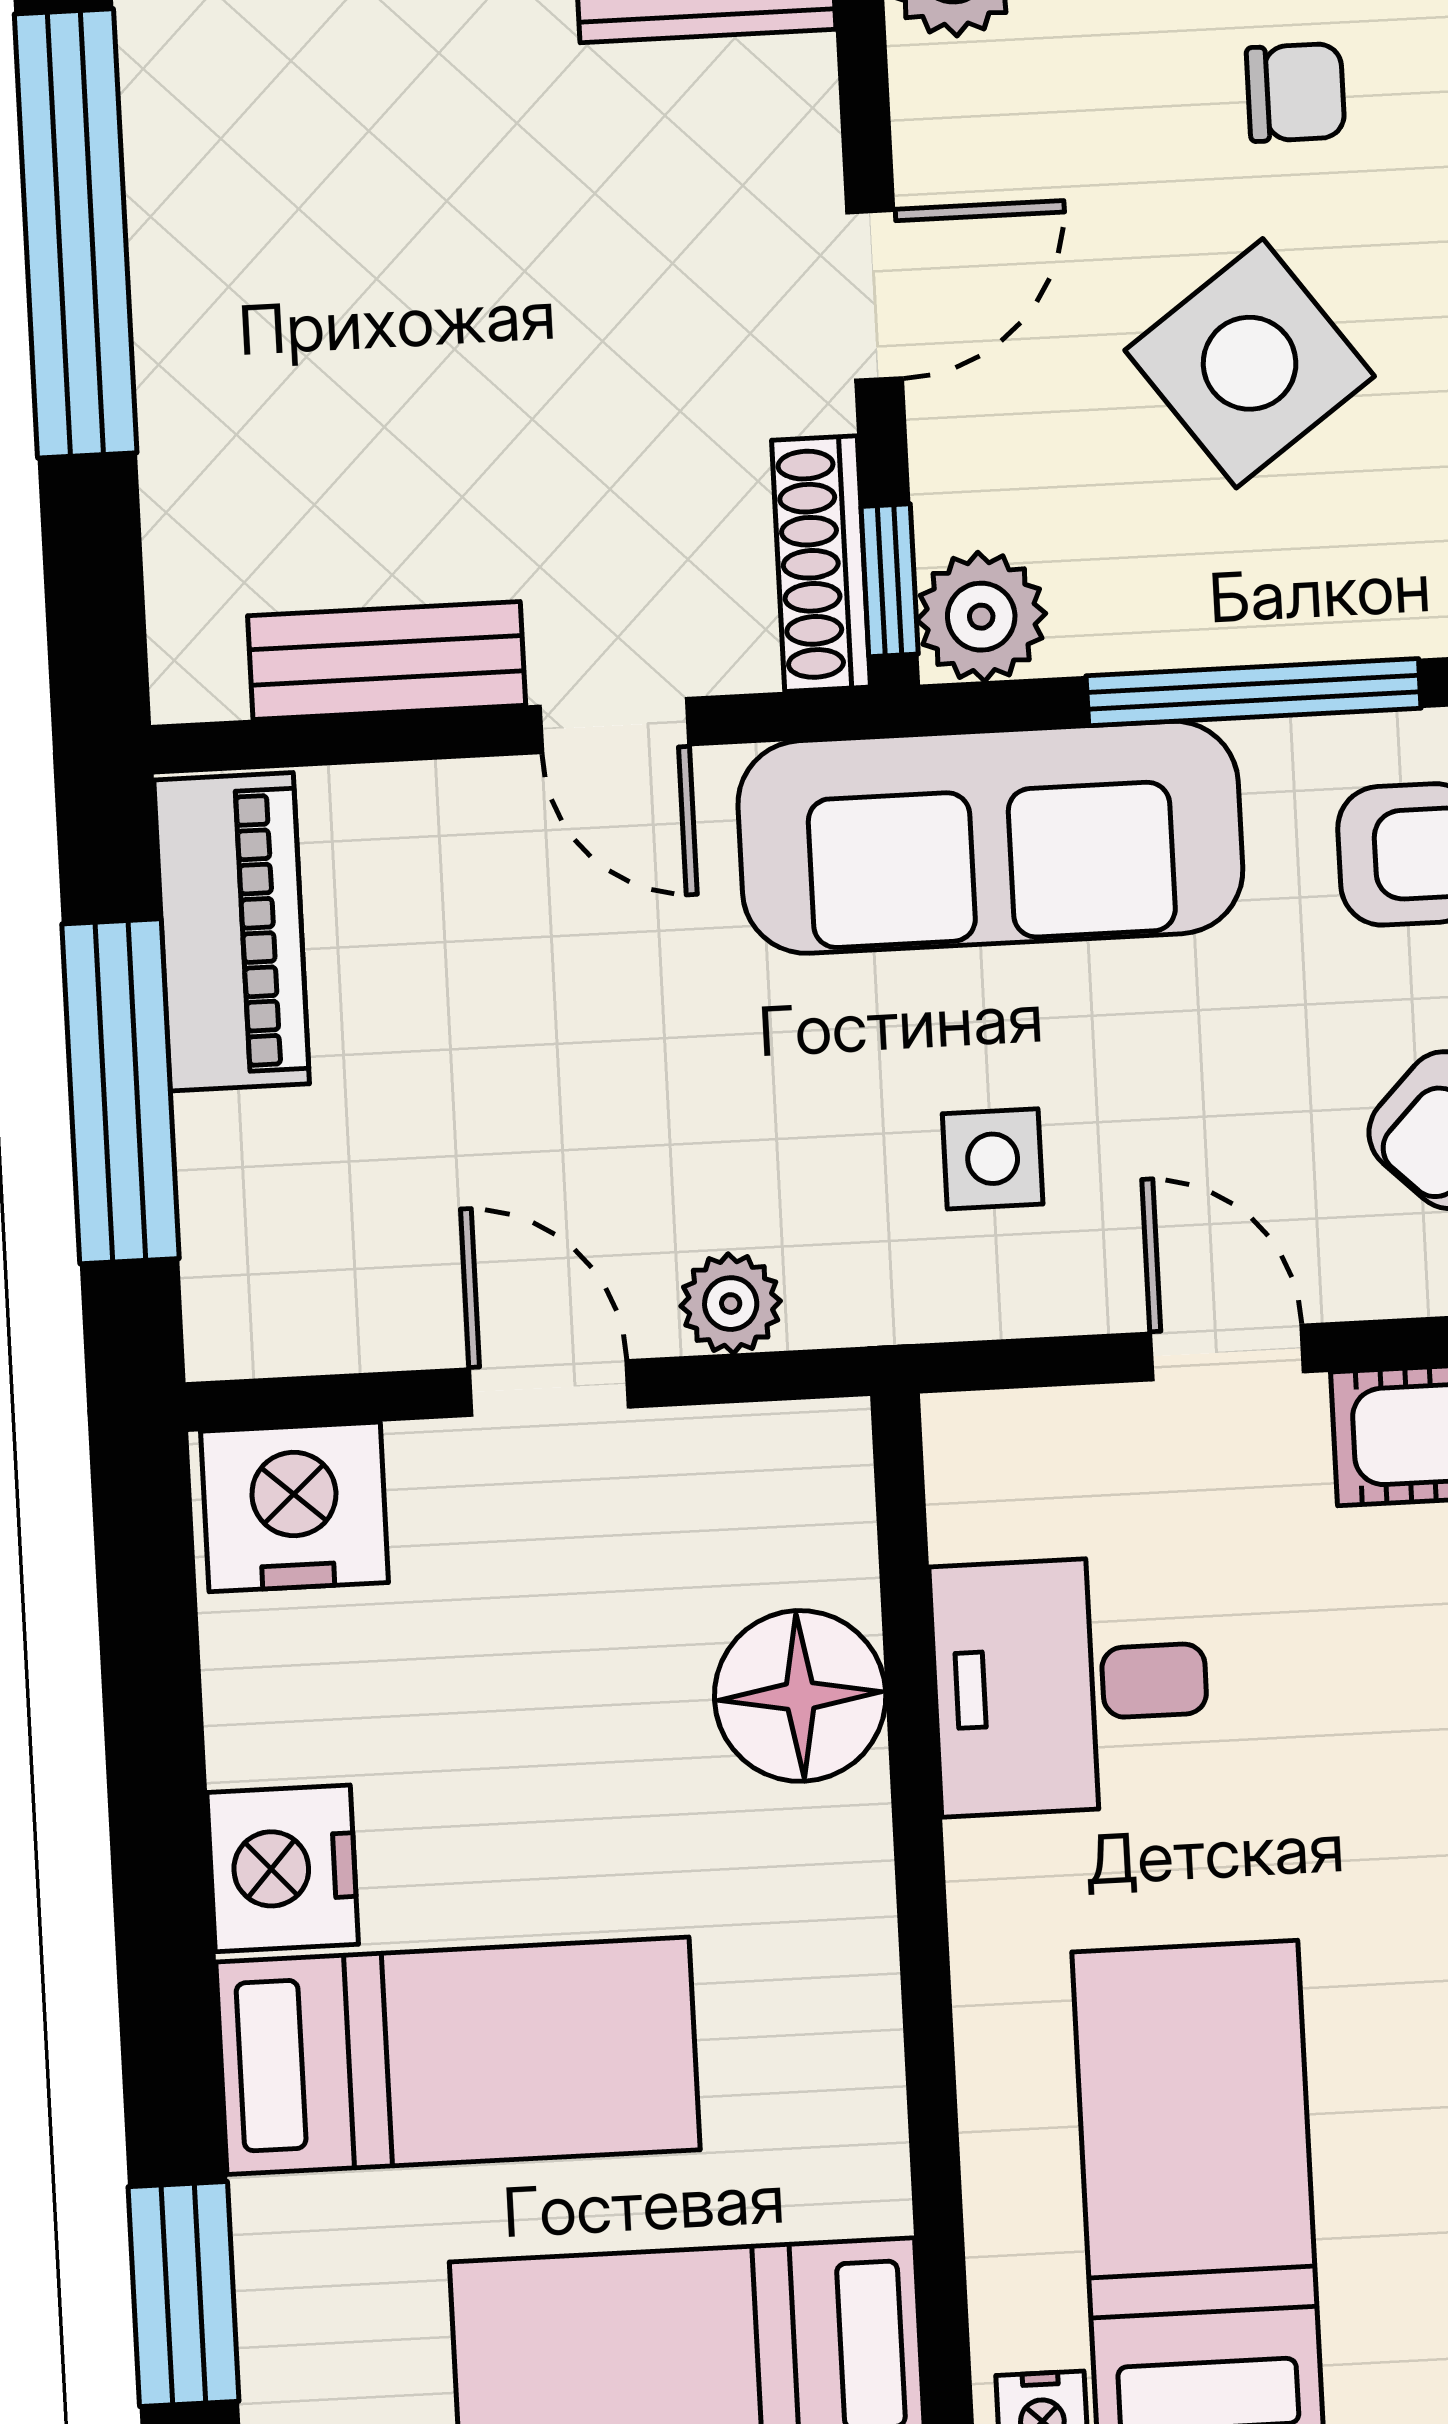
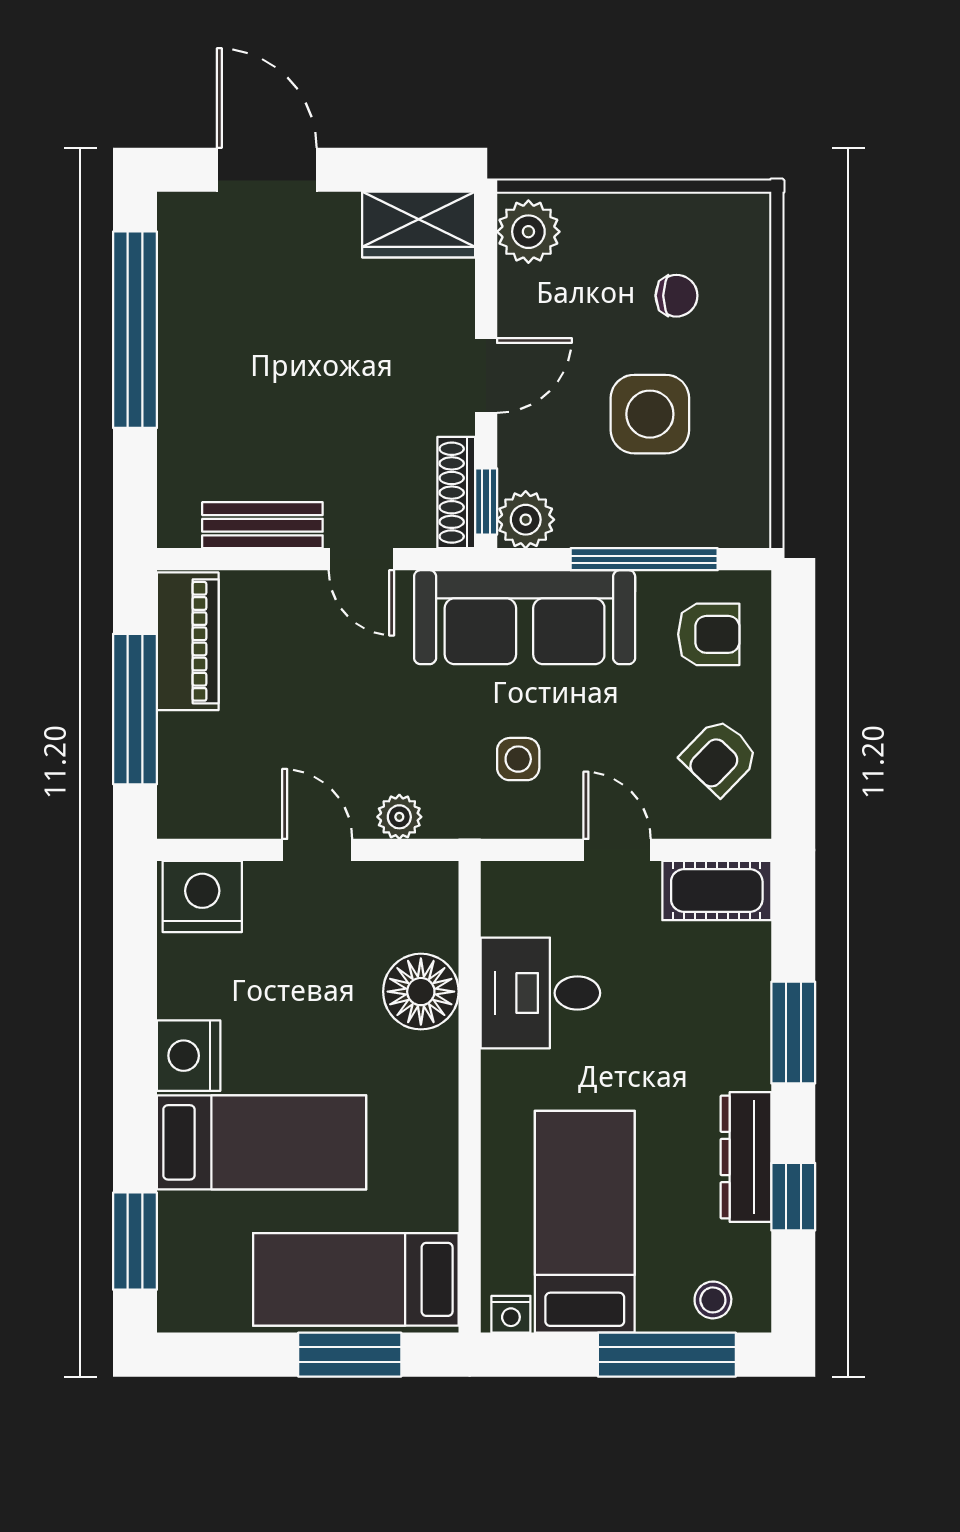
side table: (1250, 363) -> (650, 414), turned 36

